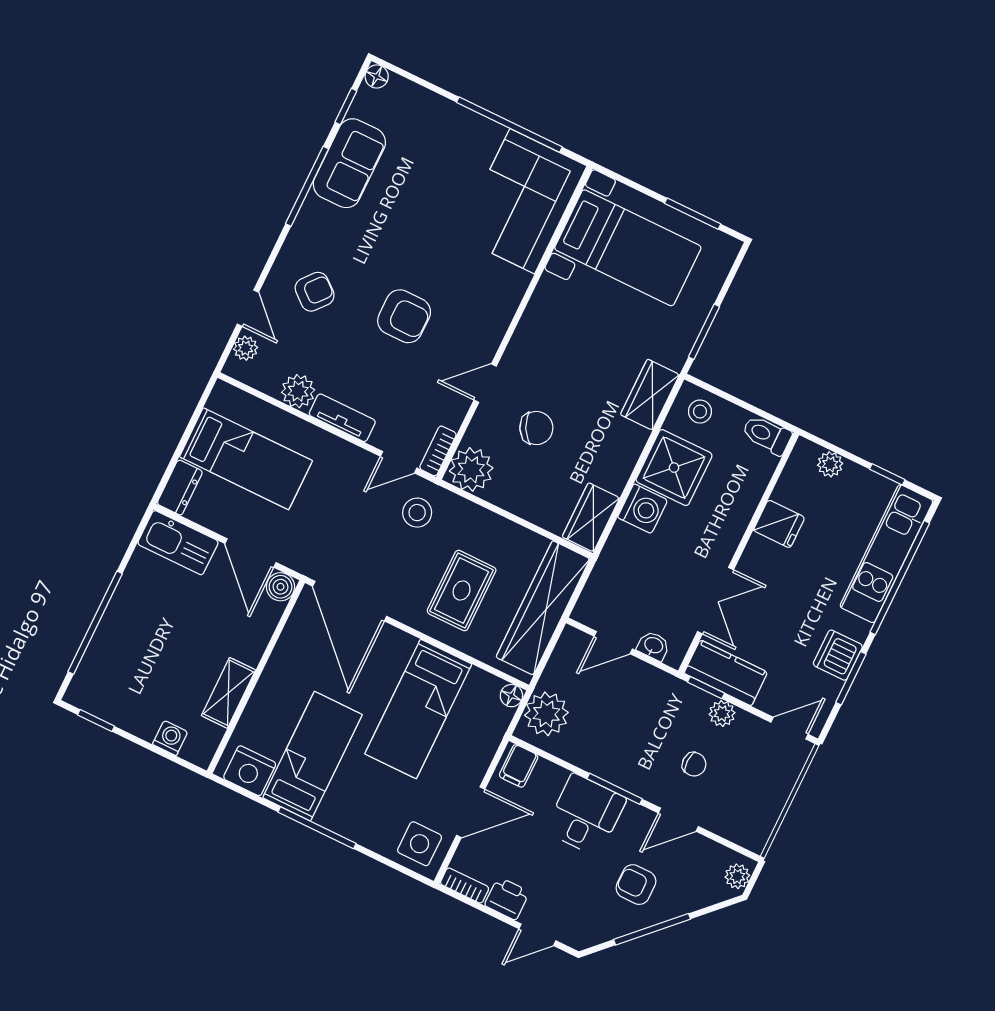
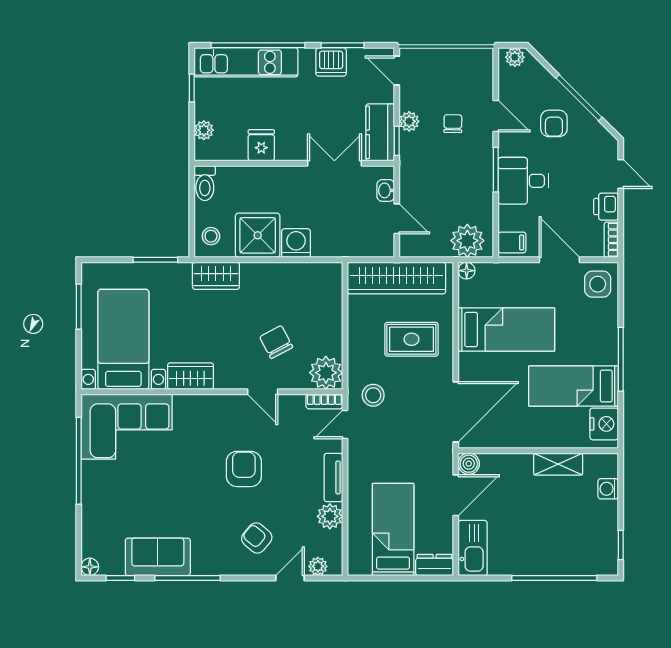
door: (399, 462) -> (345, 424), swing flipped
wardrobe: (591, 517) -> (190, 376), moved, turned 180

